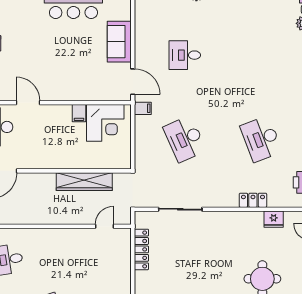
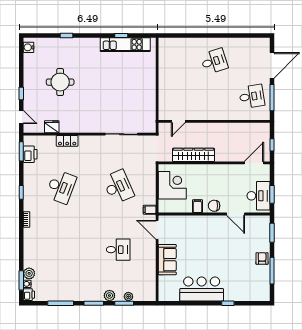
chair: (57, 114) -> (214, 206), added
corner desk: (105, 123) -> (172, 185), moved, turned 90
desk: (261, 139) -> (61, 187), turned 42
locker: (141, 249) -> (151, 104), removed

